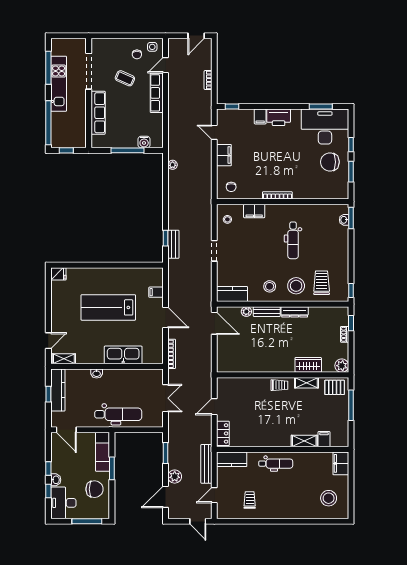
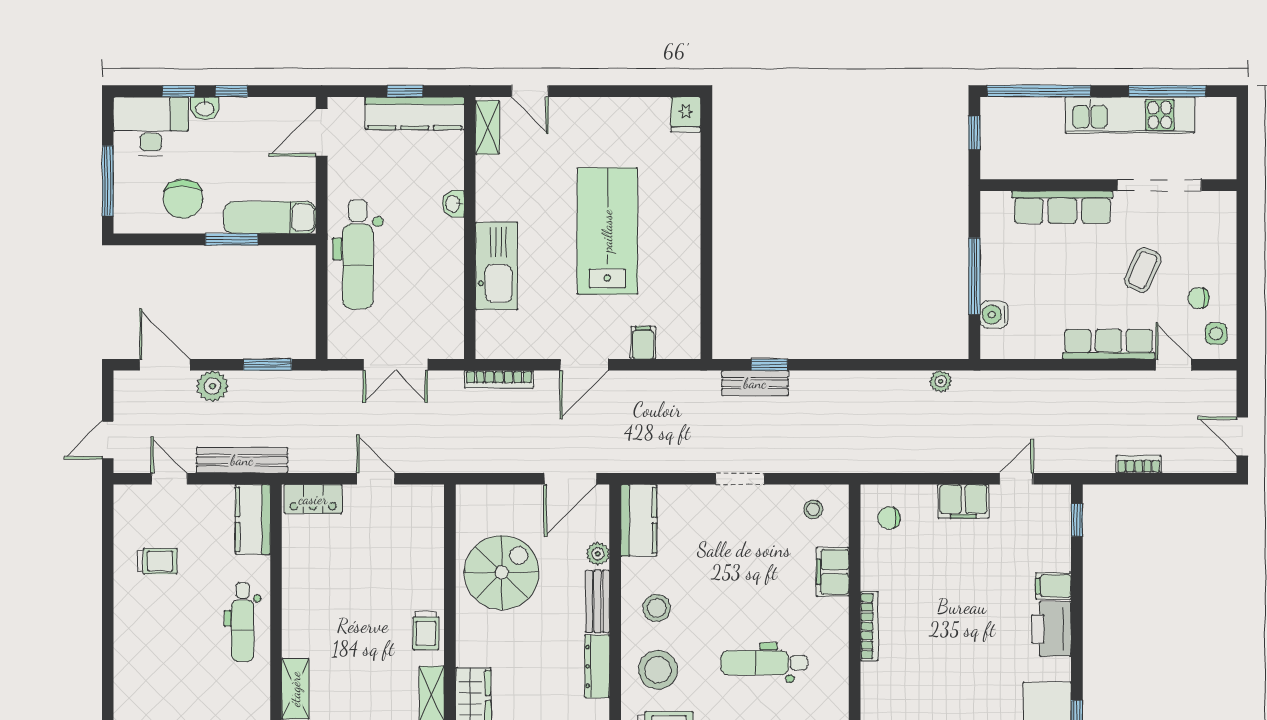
spiral stairs: (254, 353) -> (502, 573), added

